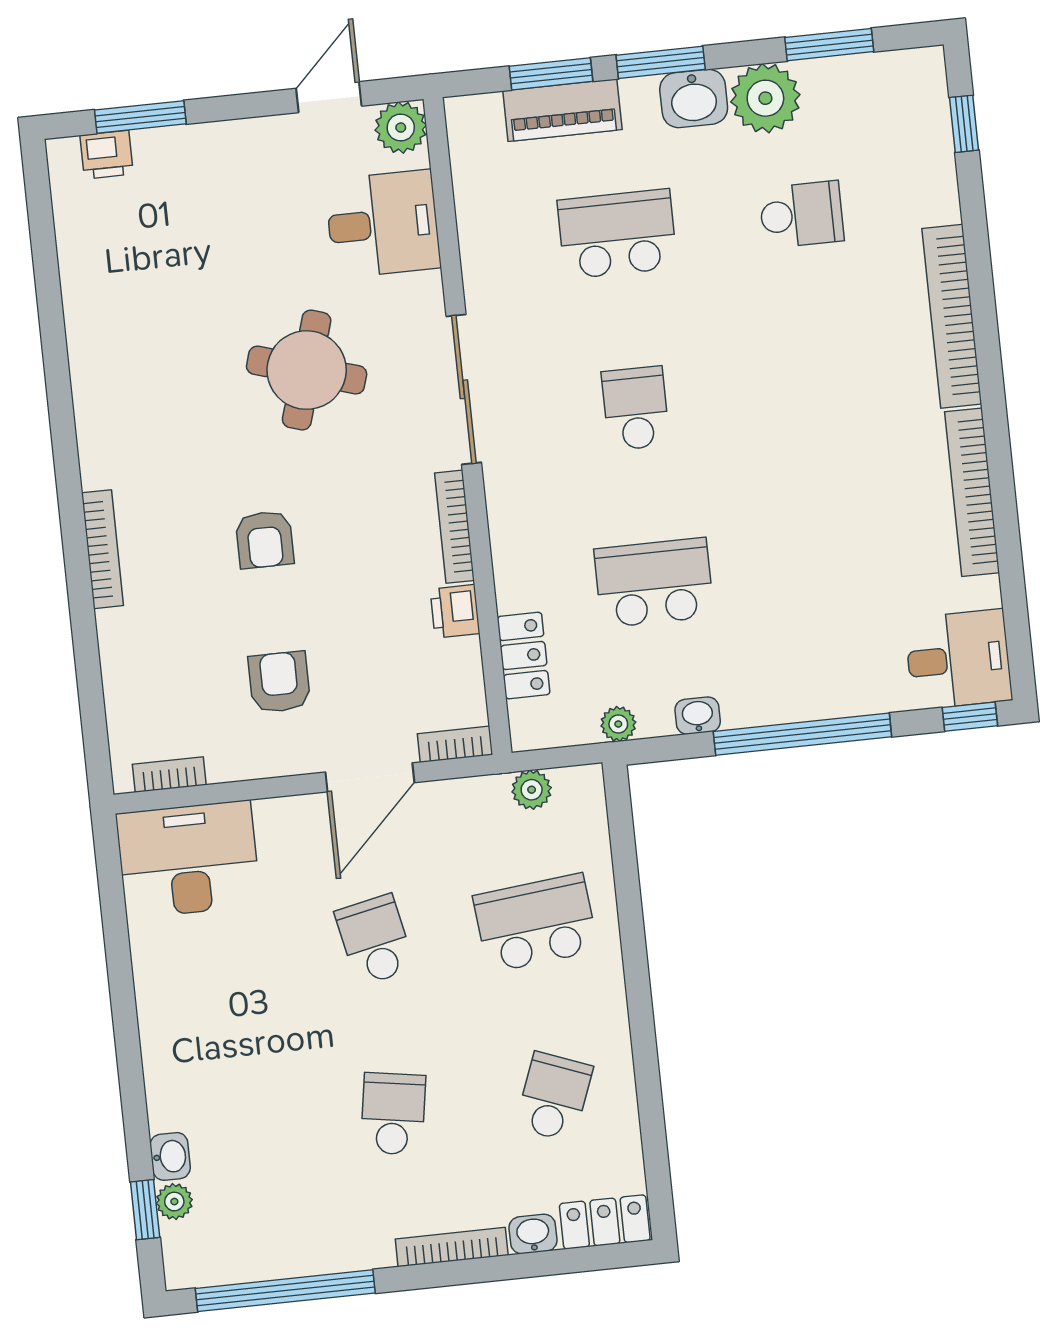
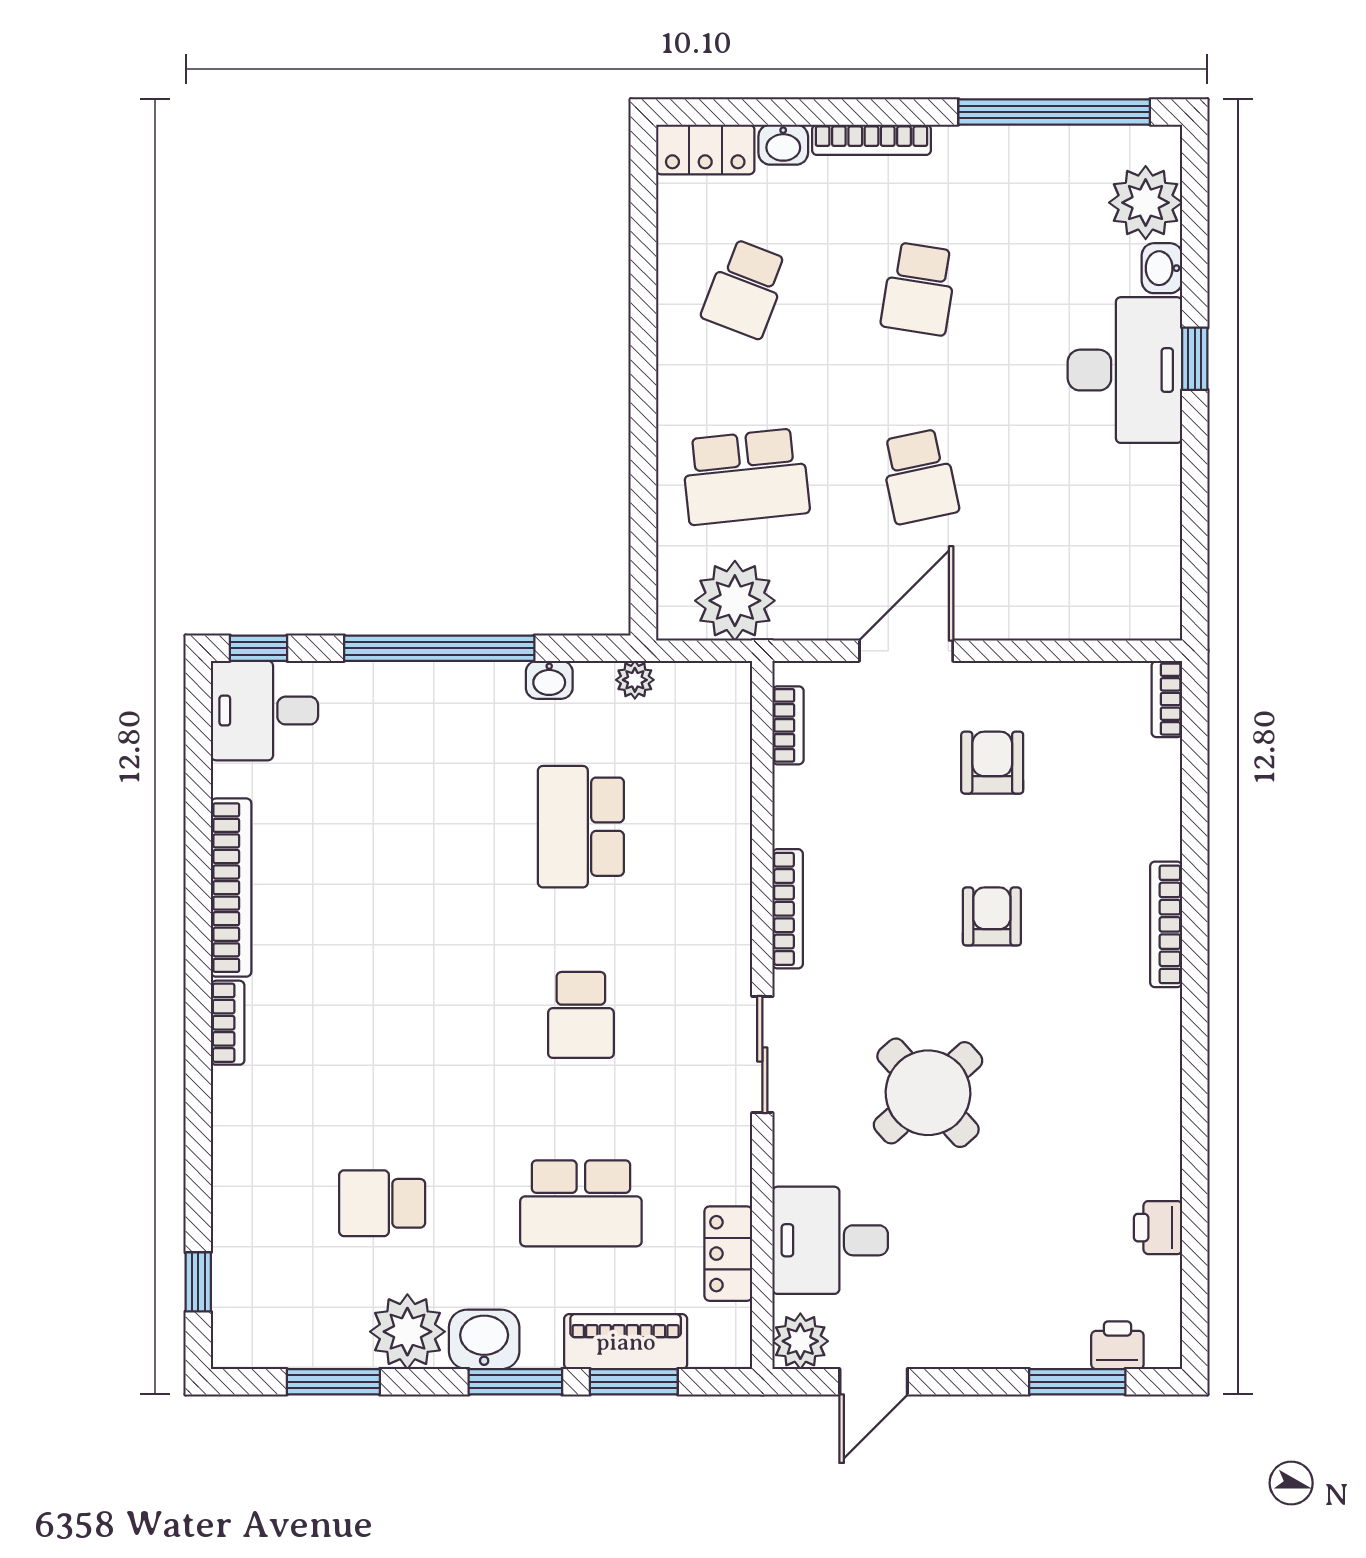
bookcase: (952, 316) -> (228, 1023), width x0.43, depth x0.76
round table: (307, 370) -> (928, 1093), turned 31
sliding door: (464, 389) -> (762, 1055), width x0.73
school desk: (654, 583) -> (581, 827), turned 90
printer: (455, 611) -> (1158, 1228), moved, turned 180
locker: (524, 656) -> (728, 1254), moved
armchair: (279, 682) -> (992, 763), turned 180
bookcase: (455, 744) -> (788, 725), moved, turned -90
bookcase: (169, 775) -> (1167, 699), moved, turned 90
plant: (532, 790) -> (735, 601), width x1.88, depth x1.88
desk: (188, 859) -> (1125, 370), moved, turned -90
plant: (174, 1202) -> (1146, 203), width x1.88, depth x1.88
window: (145, 1210) -> (1195, 359), moved

